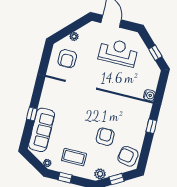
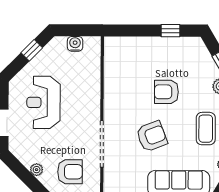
water cooler: (149, 95) -> (75, 44), moved
window: (151, 126) -> (171, 31), moved
armchair: (128, 156) -> (152, 136), moved, turned -120

